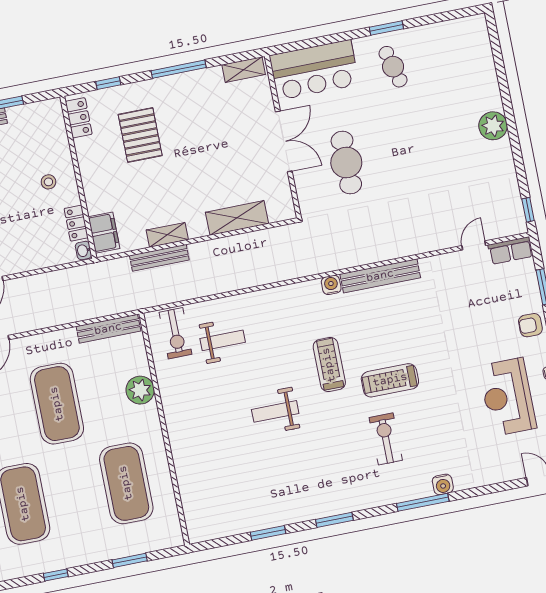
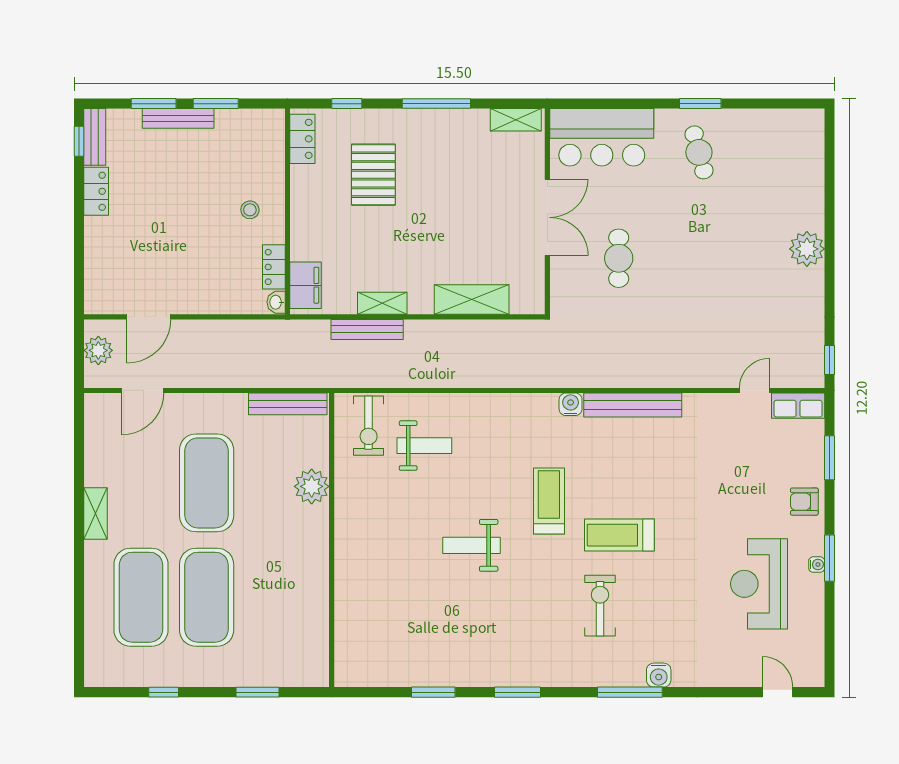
cafe table: (346, 163) -> (619, 258), width x0.73, depth x0.74
exercise mat: (126, 483) -> (207, 597), moved

